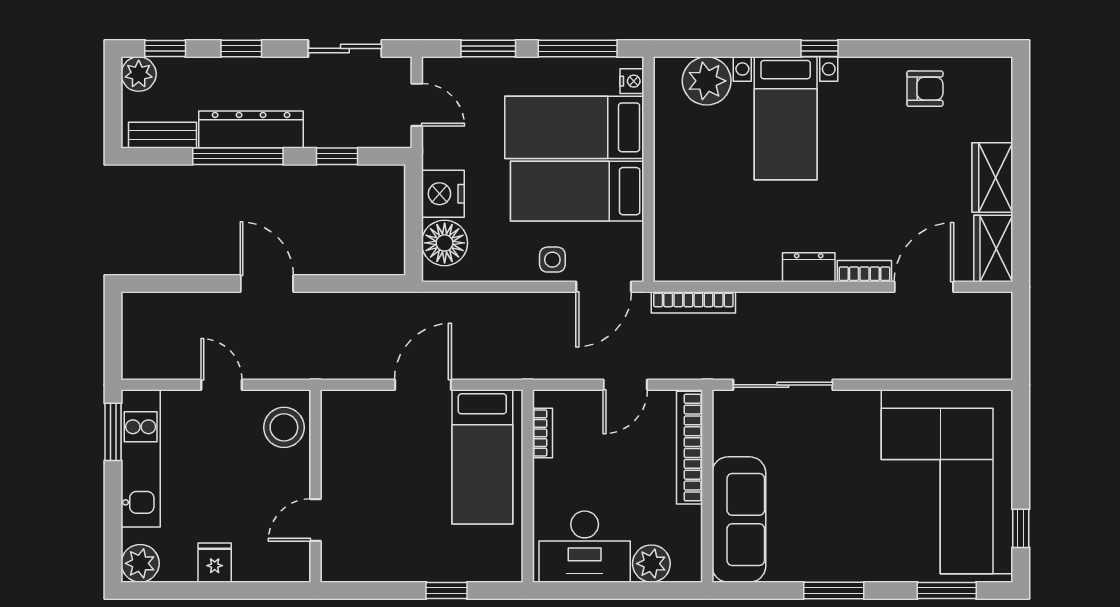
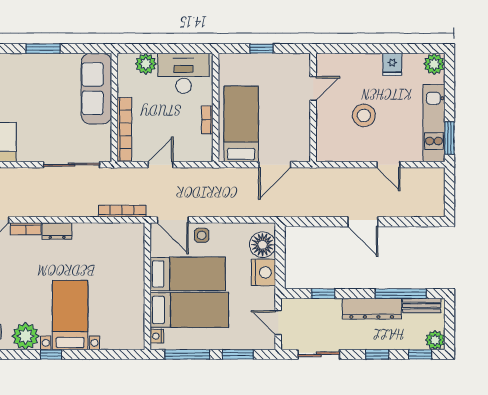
plant: (707, 81) -> (26, 336), moved
window: (238, 156) -> (401, 294), moved
door: (604, 287) -> (173, 220), swing flipped
stool: (284, 427) -> (364, 115), moved
bookcase: (543, 433) -> (207, 120), moved
wall: (316, 486) -> (313, 108), moved
door: (316, 520) -> (313, 88), moved

